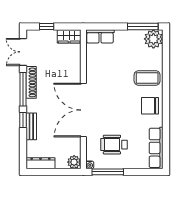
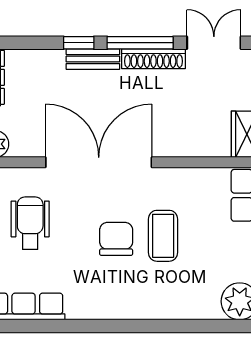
coffee table: (147, 78) -> (163, 236), moved
chair: (150, 106) -> (116, 239), moved
bench: (31, 126) -> (93, 59), moved

